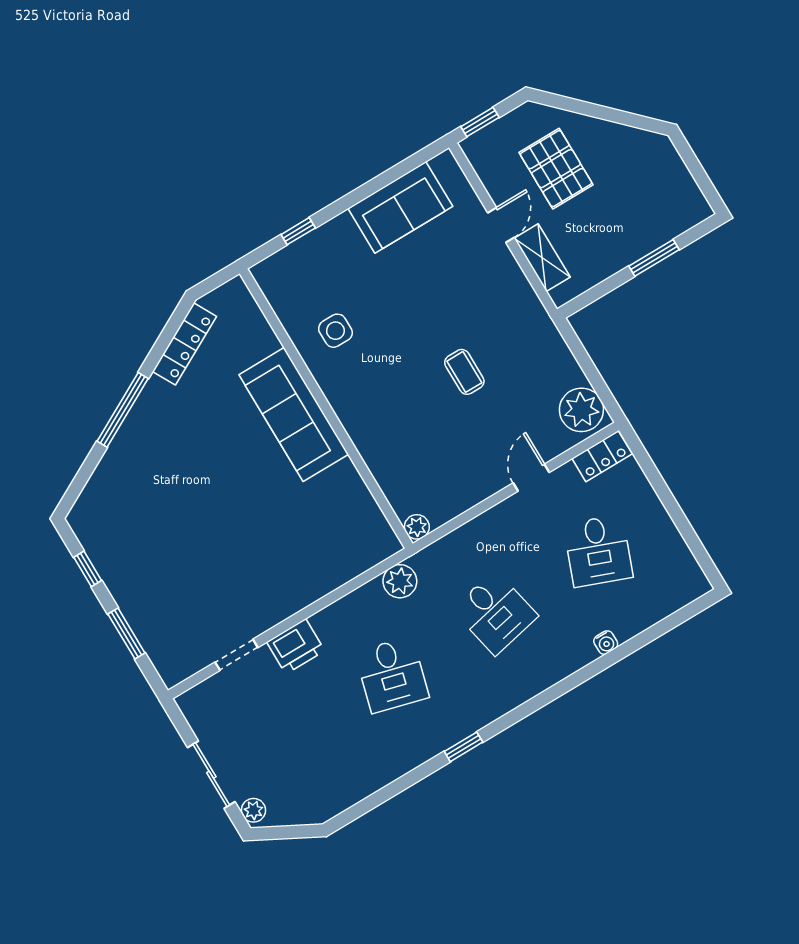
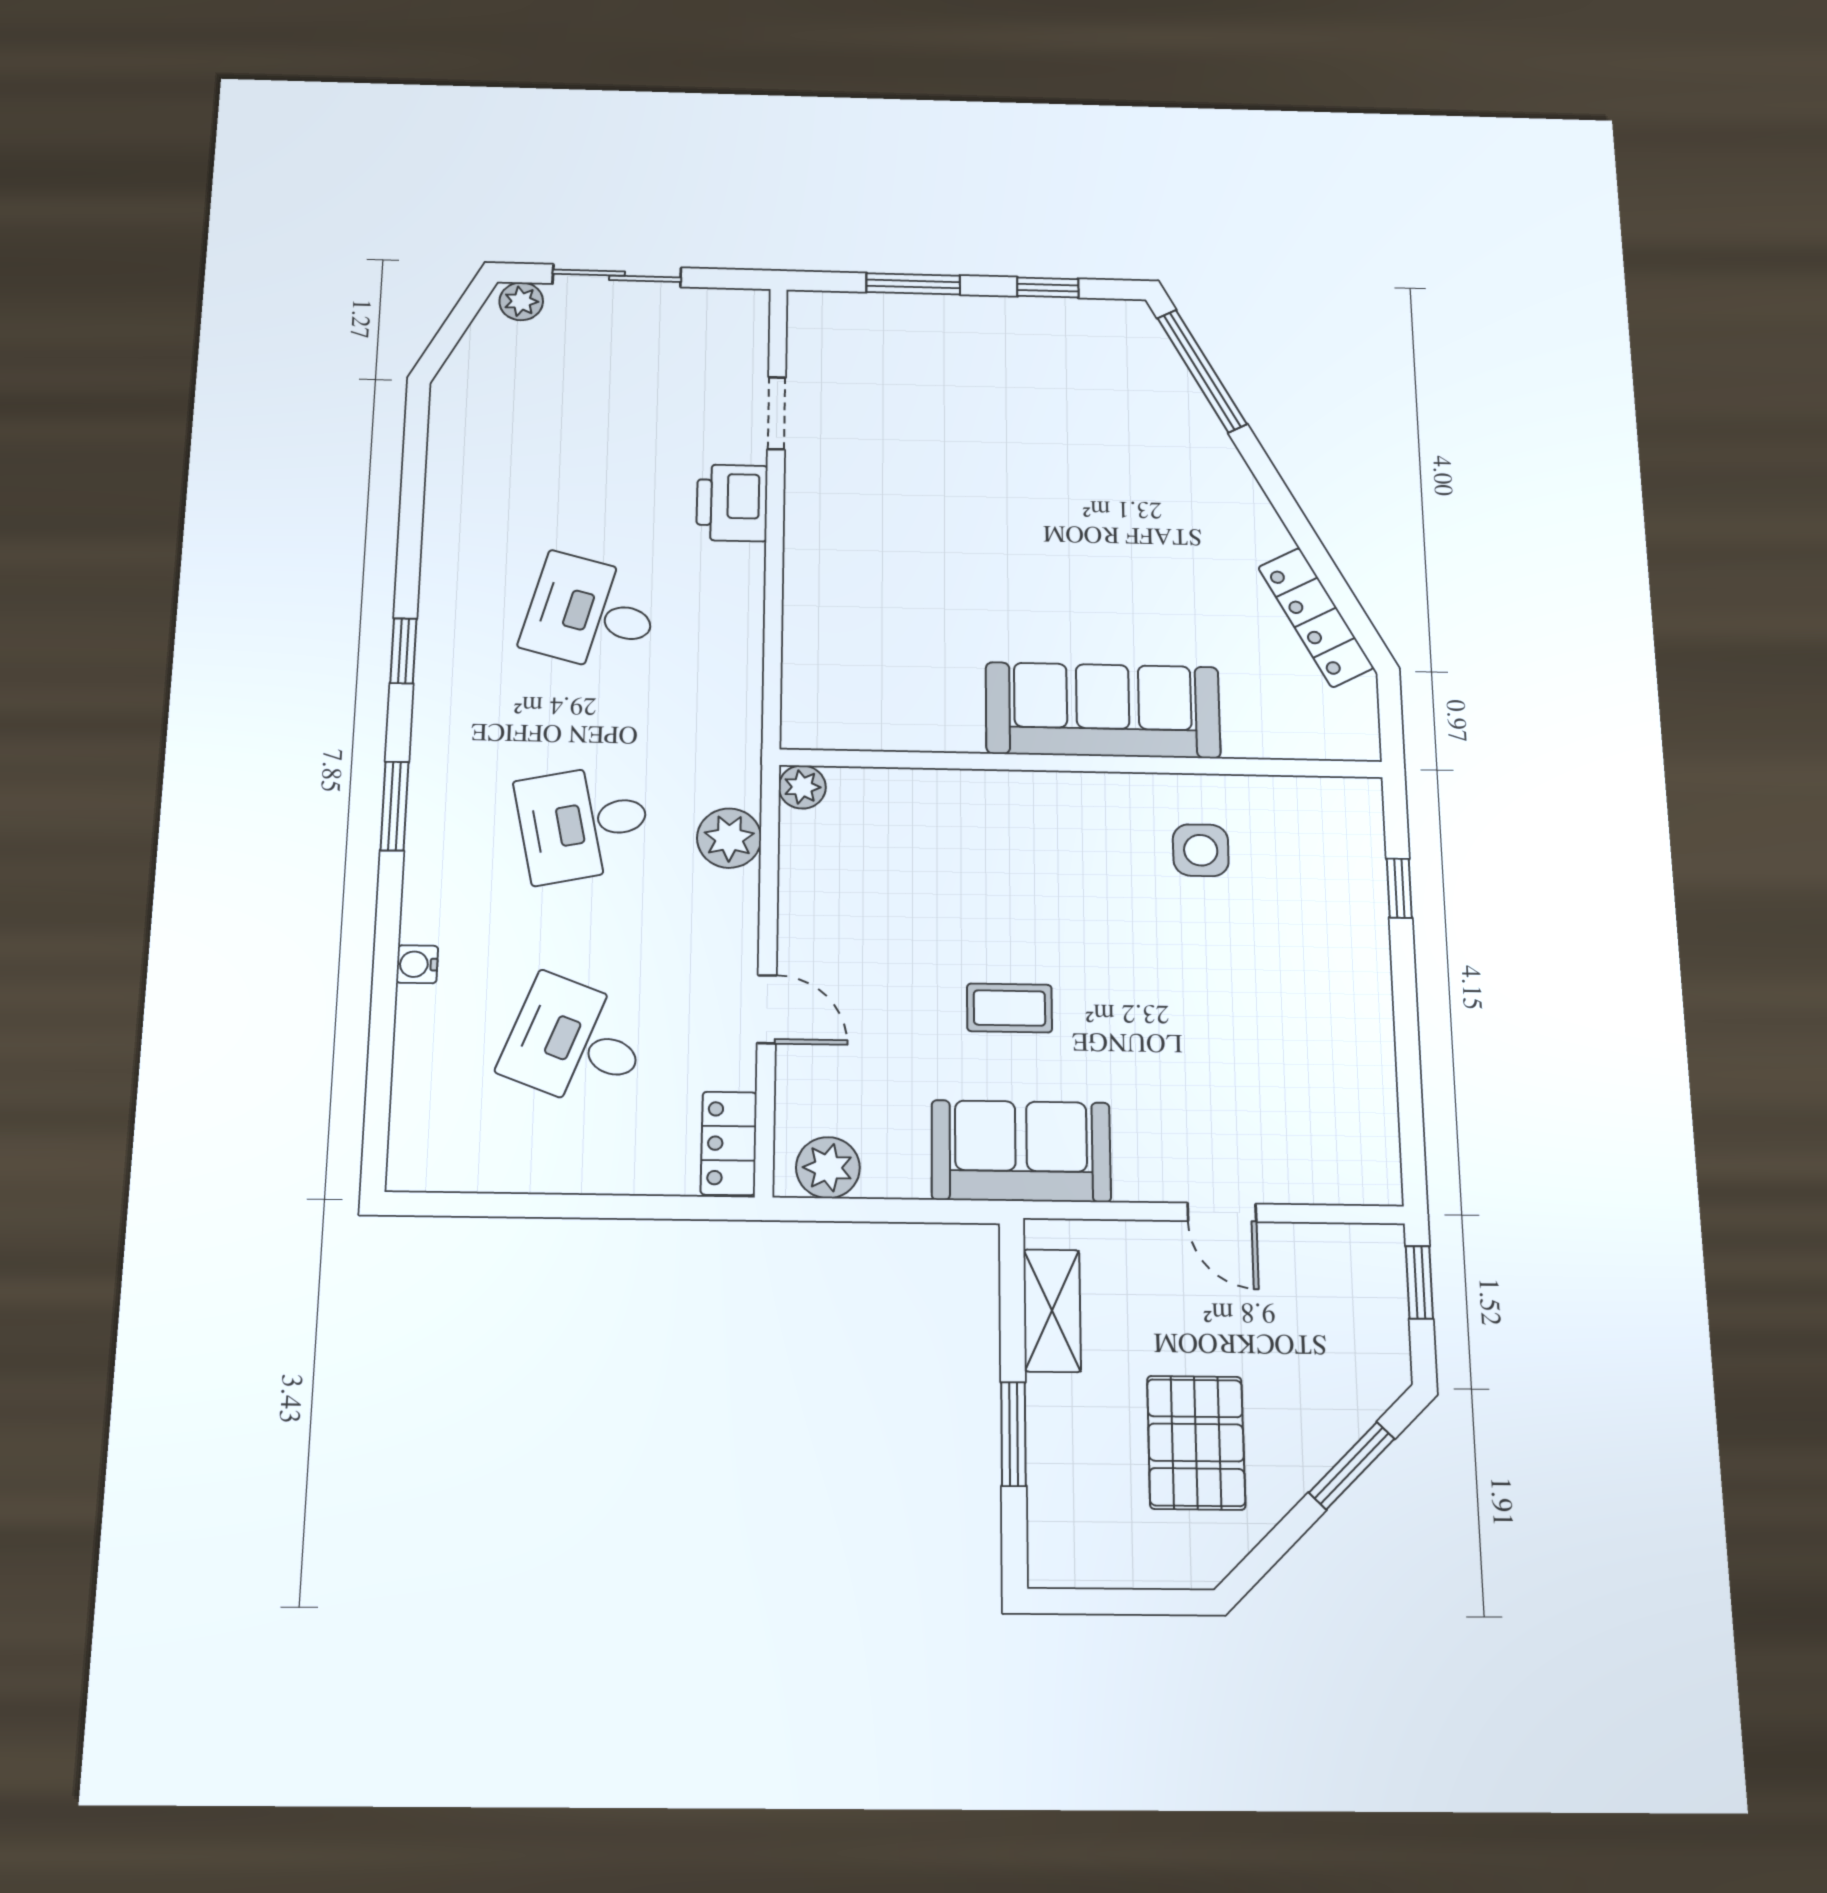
window: (580, 107) -> (1352, 1466), added
pallet: (556, 169) -> (1196, 1443), moved, turned 90
sofa: (400, 207) -> (1021, 1151), moved, turned 90
shelving: (542, 258) -> (1052, 1310), moved, turned 90
window: (123, 410) -> (1202, 371), moved
plant: (581, 410) -> (828, 1168), width x0.73, depth x0.73
plant: (400, 581) -> (729, 838), moved
window: (539, 701) -> (394, 806), added

